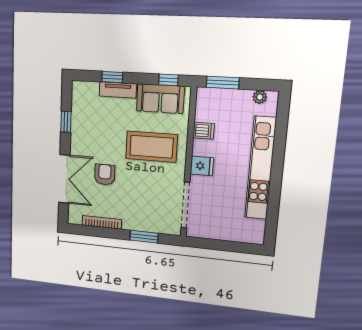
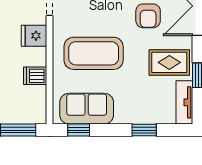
tv unit: (118, 90) -> (184, 102), moved, turned -90
rug: (89, 134) -> (169, 62), added

